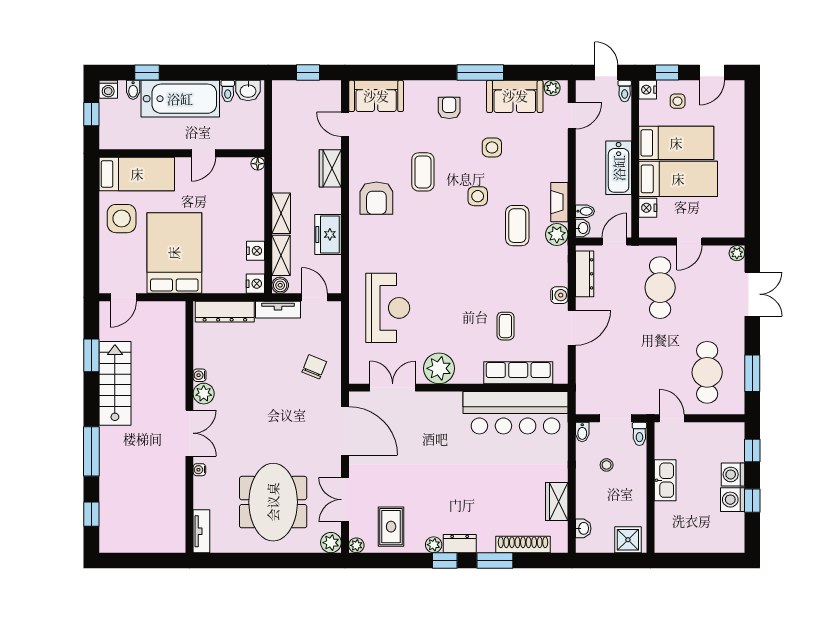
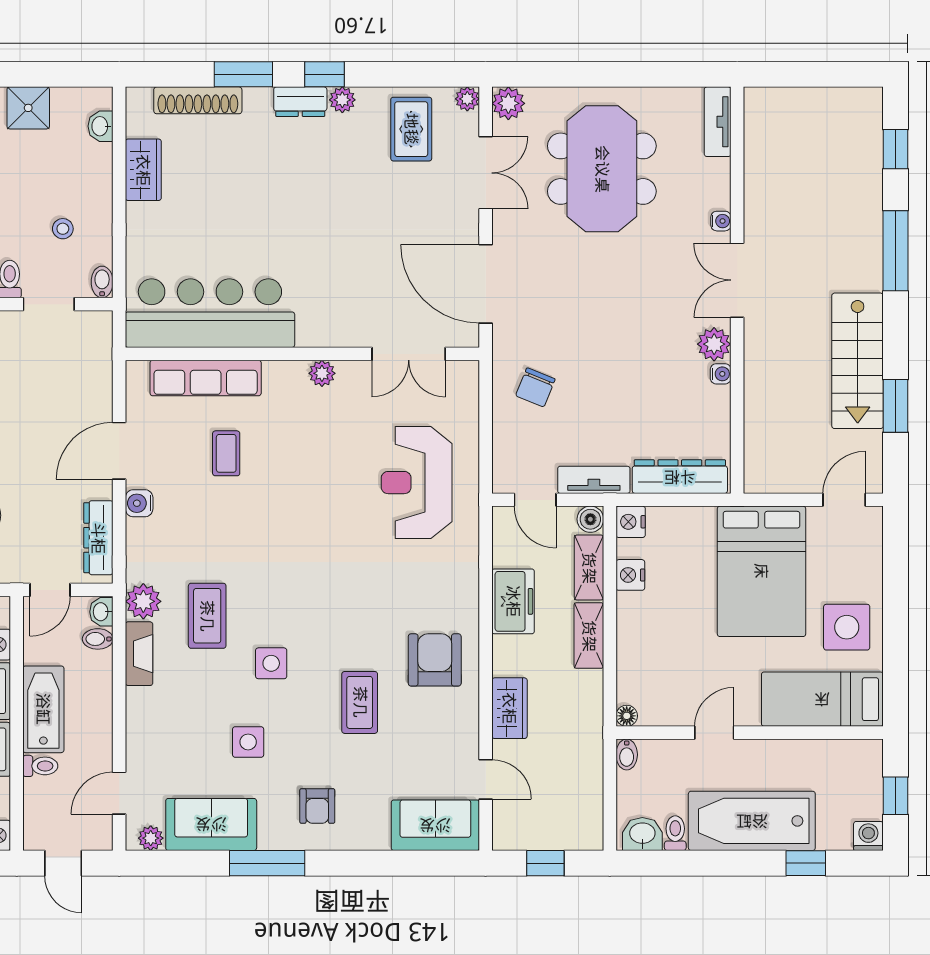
bidet: (133, 90) -> (627, 755), moved, turned 180
toilet: (625, 91) -> (40, 766), moved, turned 90
plant: (439, 368) -> (322, 373), width x0.53, depth x0.53

